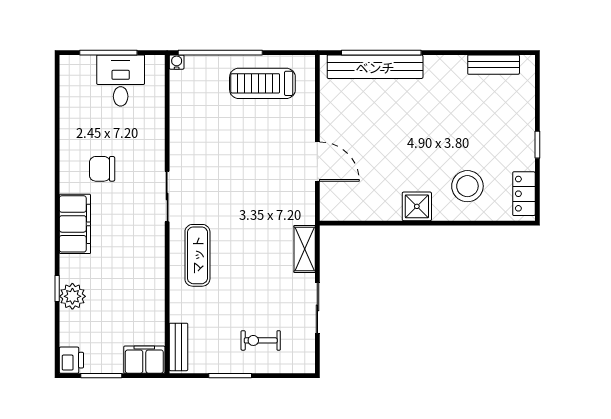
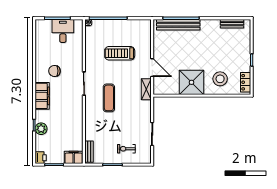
treadmill: (262, 83) -> (120, 53), moved
shower: (417, 206) -> (192, 82), width x1.86, depth x1.86
shelving: (305, 249) -> (146, 89), moved
exercise mat: (197, 255) -> (109, 98), moved

